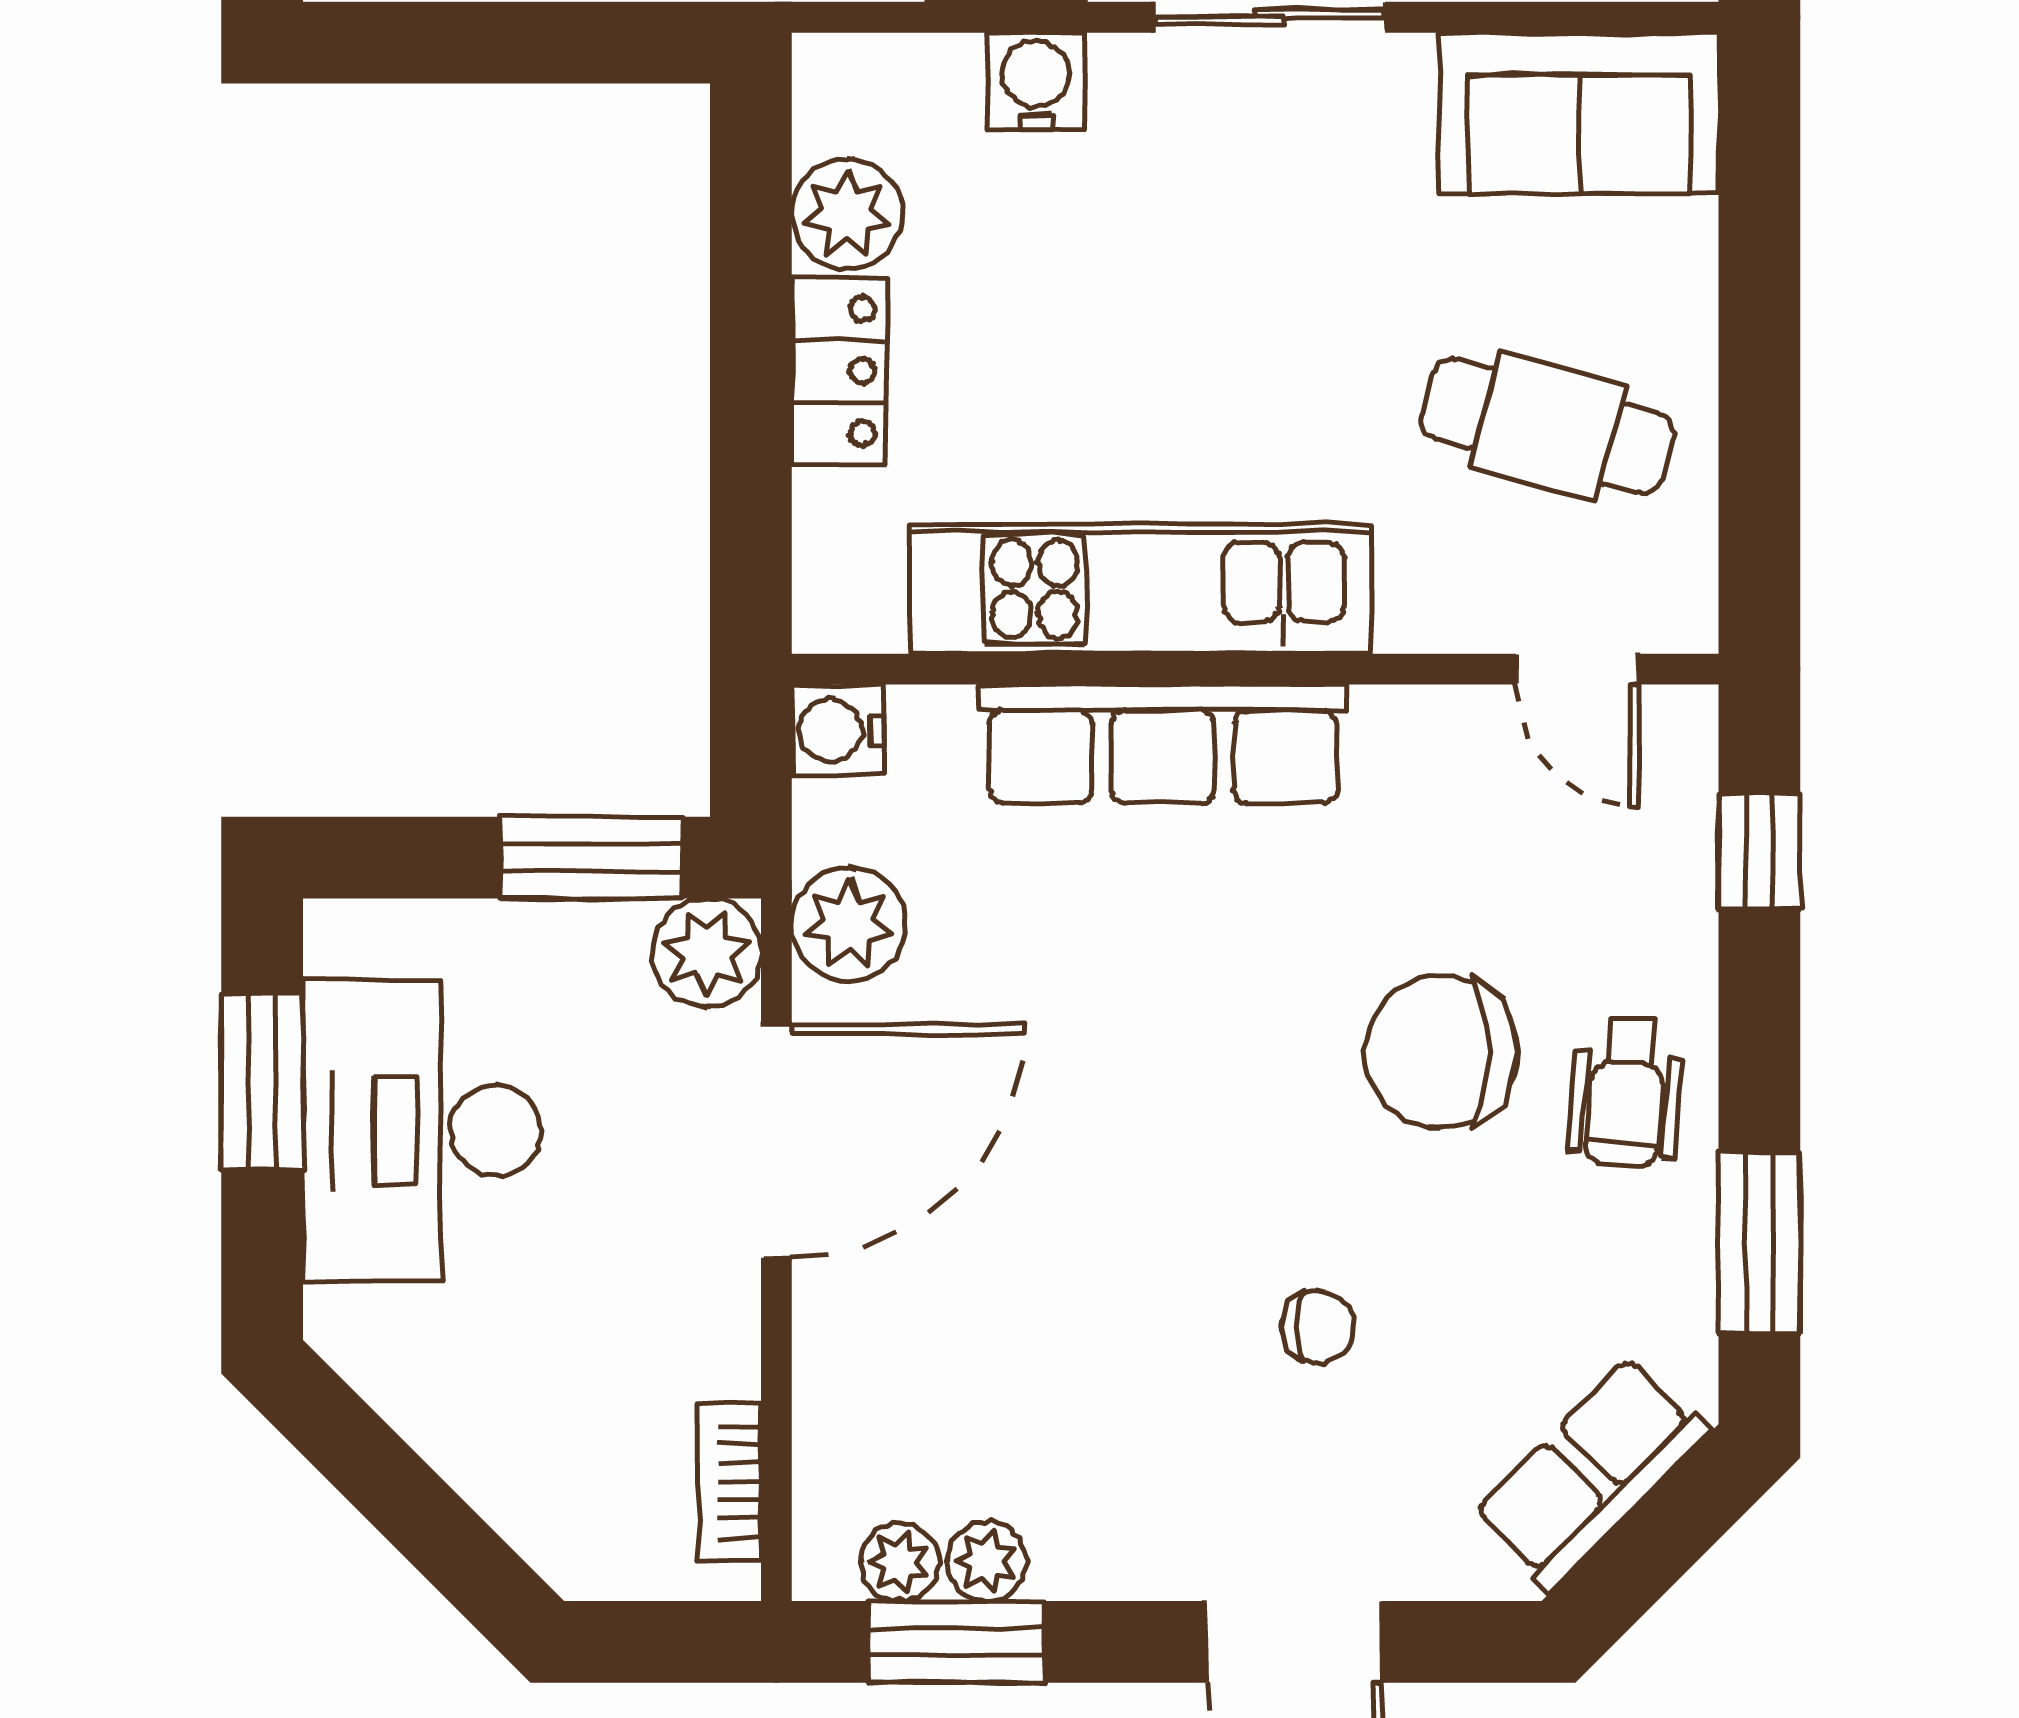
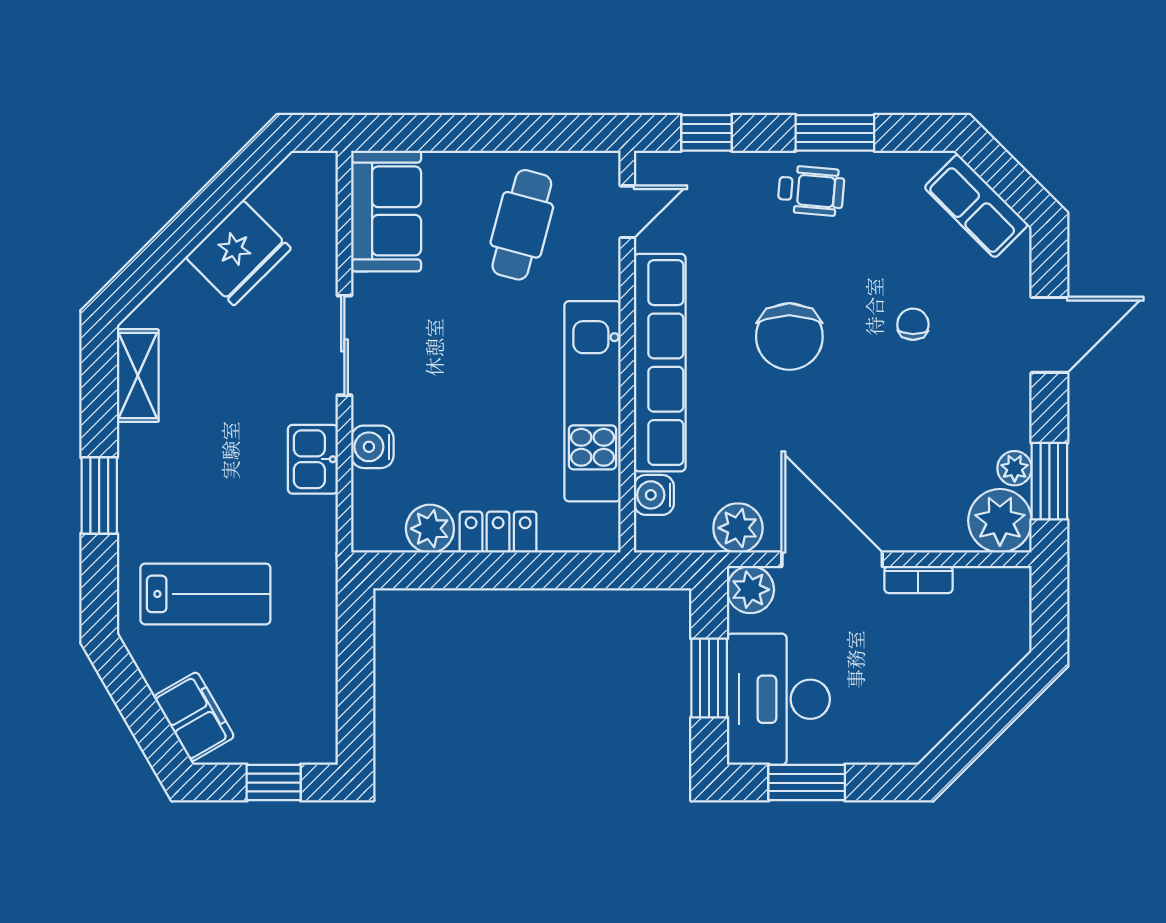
water cooler: (838, 731) -> (654, 495), moved, turned 90
row of seats: (1163, 744) -> (660, 363), width x1.36
window: (592, 858) -> (709, 678), moved
chair: (1441, 1052) -> (789, 337), moved
desk: (422, 1130) -> (778, 699), moved, turned 90
window: (1759, 1243) -> (835, 133), moved
bookcase: (730, 1482) -> (918, 580), moved
plant: (900, 1562) -> (1000, 521), width x1.87, depth x1.87

